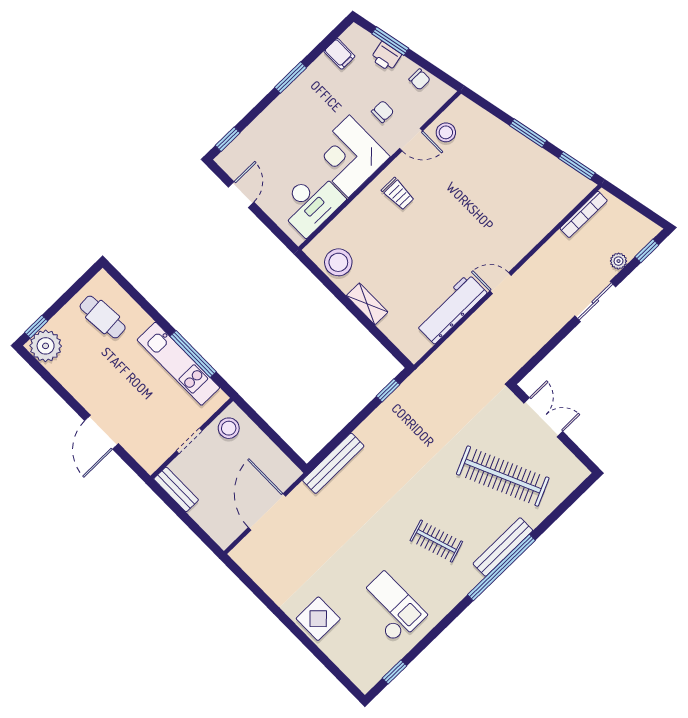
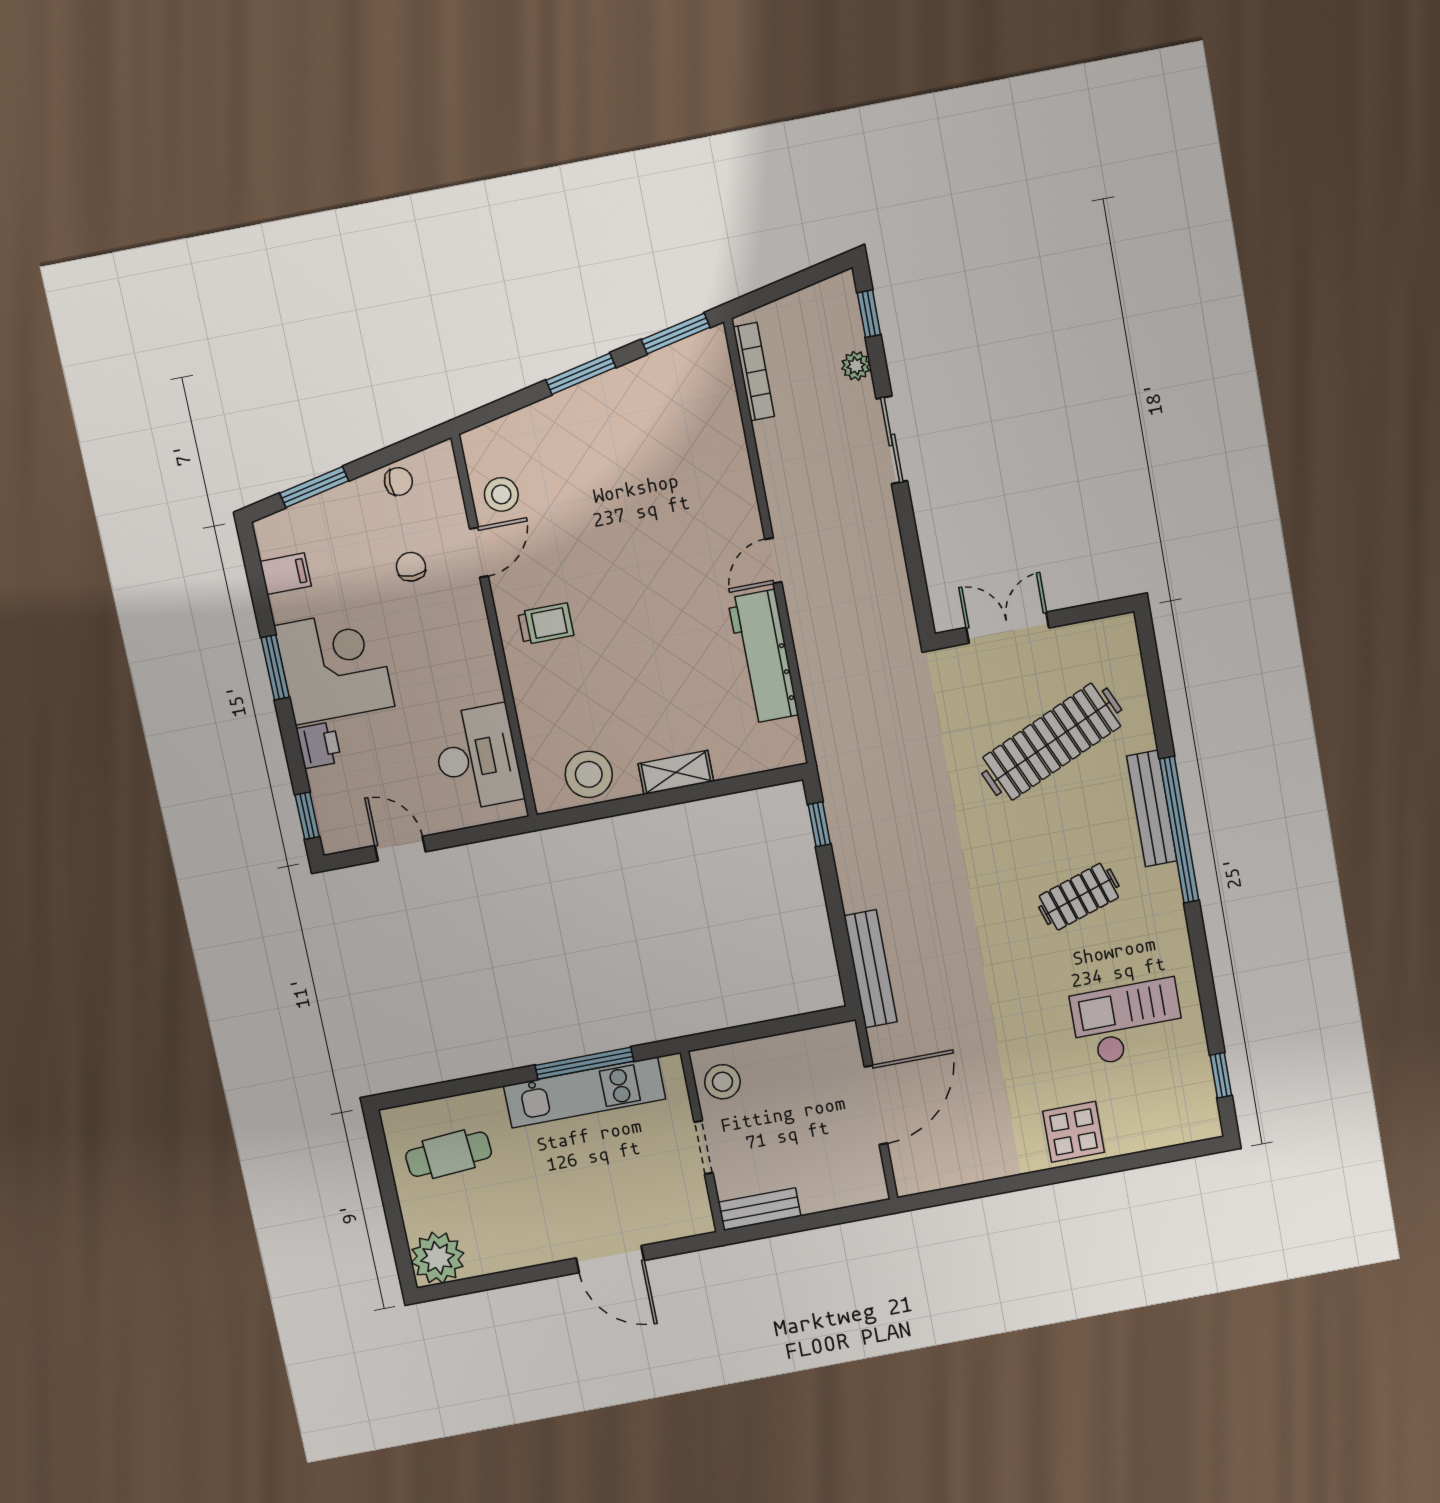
printer: (386, 57) -> (319, 745), moved, turned -78
corner desk: (349, 156) -> (334, 666), moved, turned 180
window: (36, 327) -> (402, 1254), removed
door: (267, 512) -> (876, 1105), swing flipped

